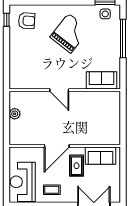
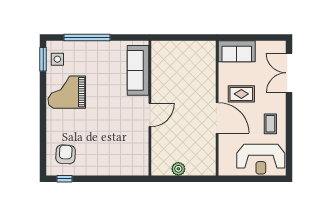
grand piano: (70, 33) -> (67, 92), moved, turned -38
sofa: (101, 80) -> (138, 70), width x1.36
sofa: (100, 156) -> (237, 51), moved, turned 90

